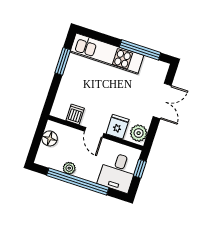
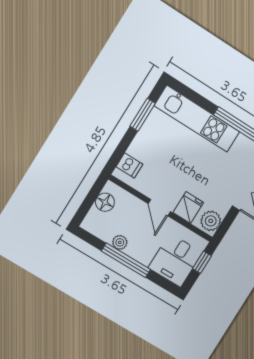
dishwasher: (75, 114) -> (129, 166), moved, turned 90
window: (78, 182) -> (126, 260), width x0.68

